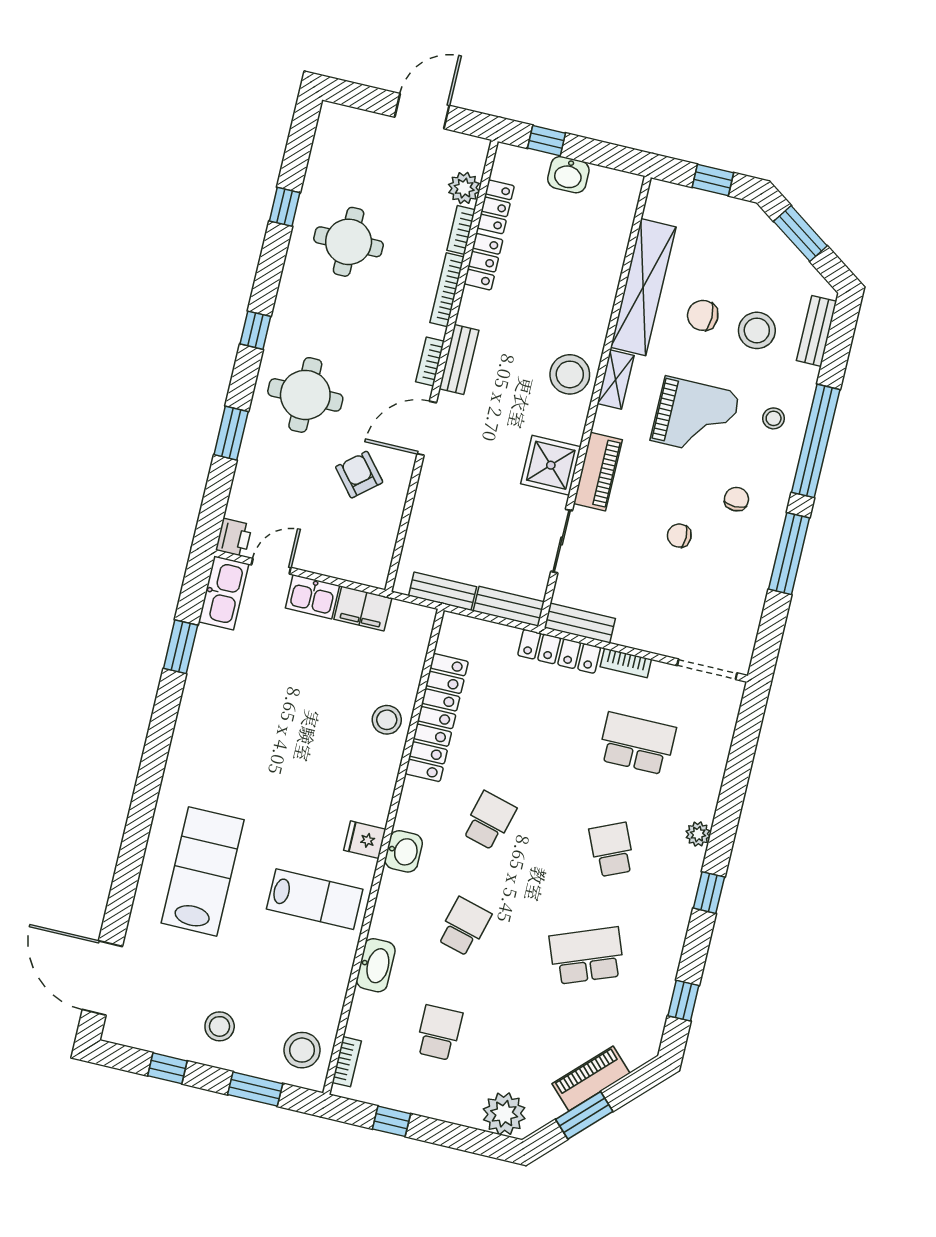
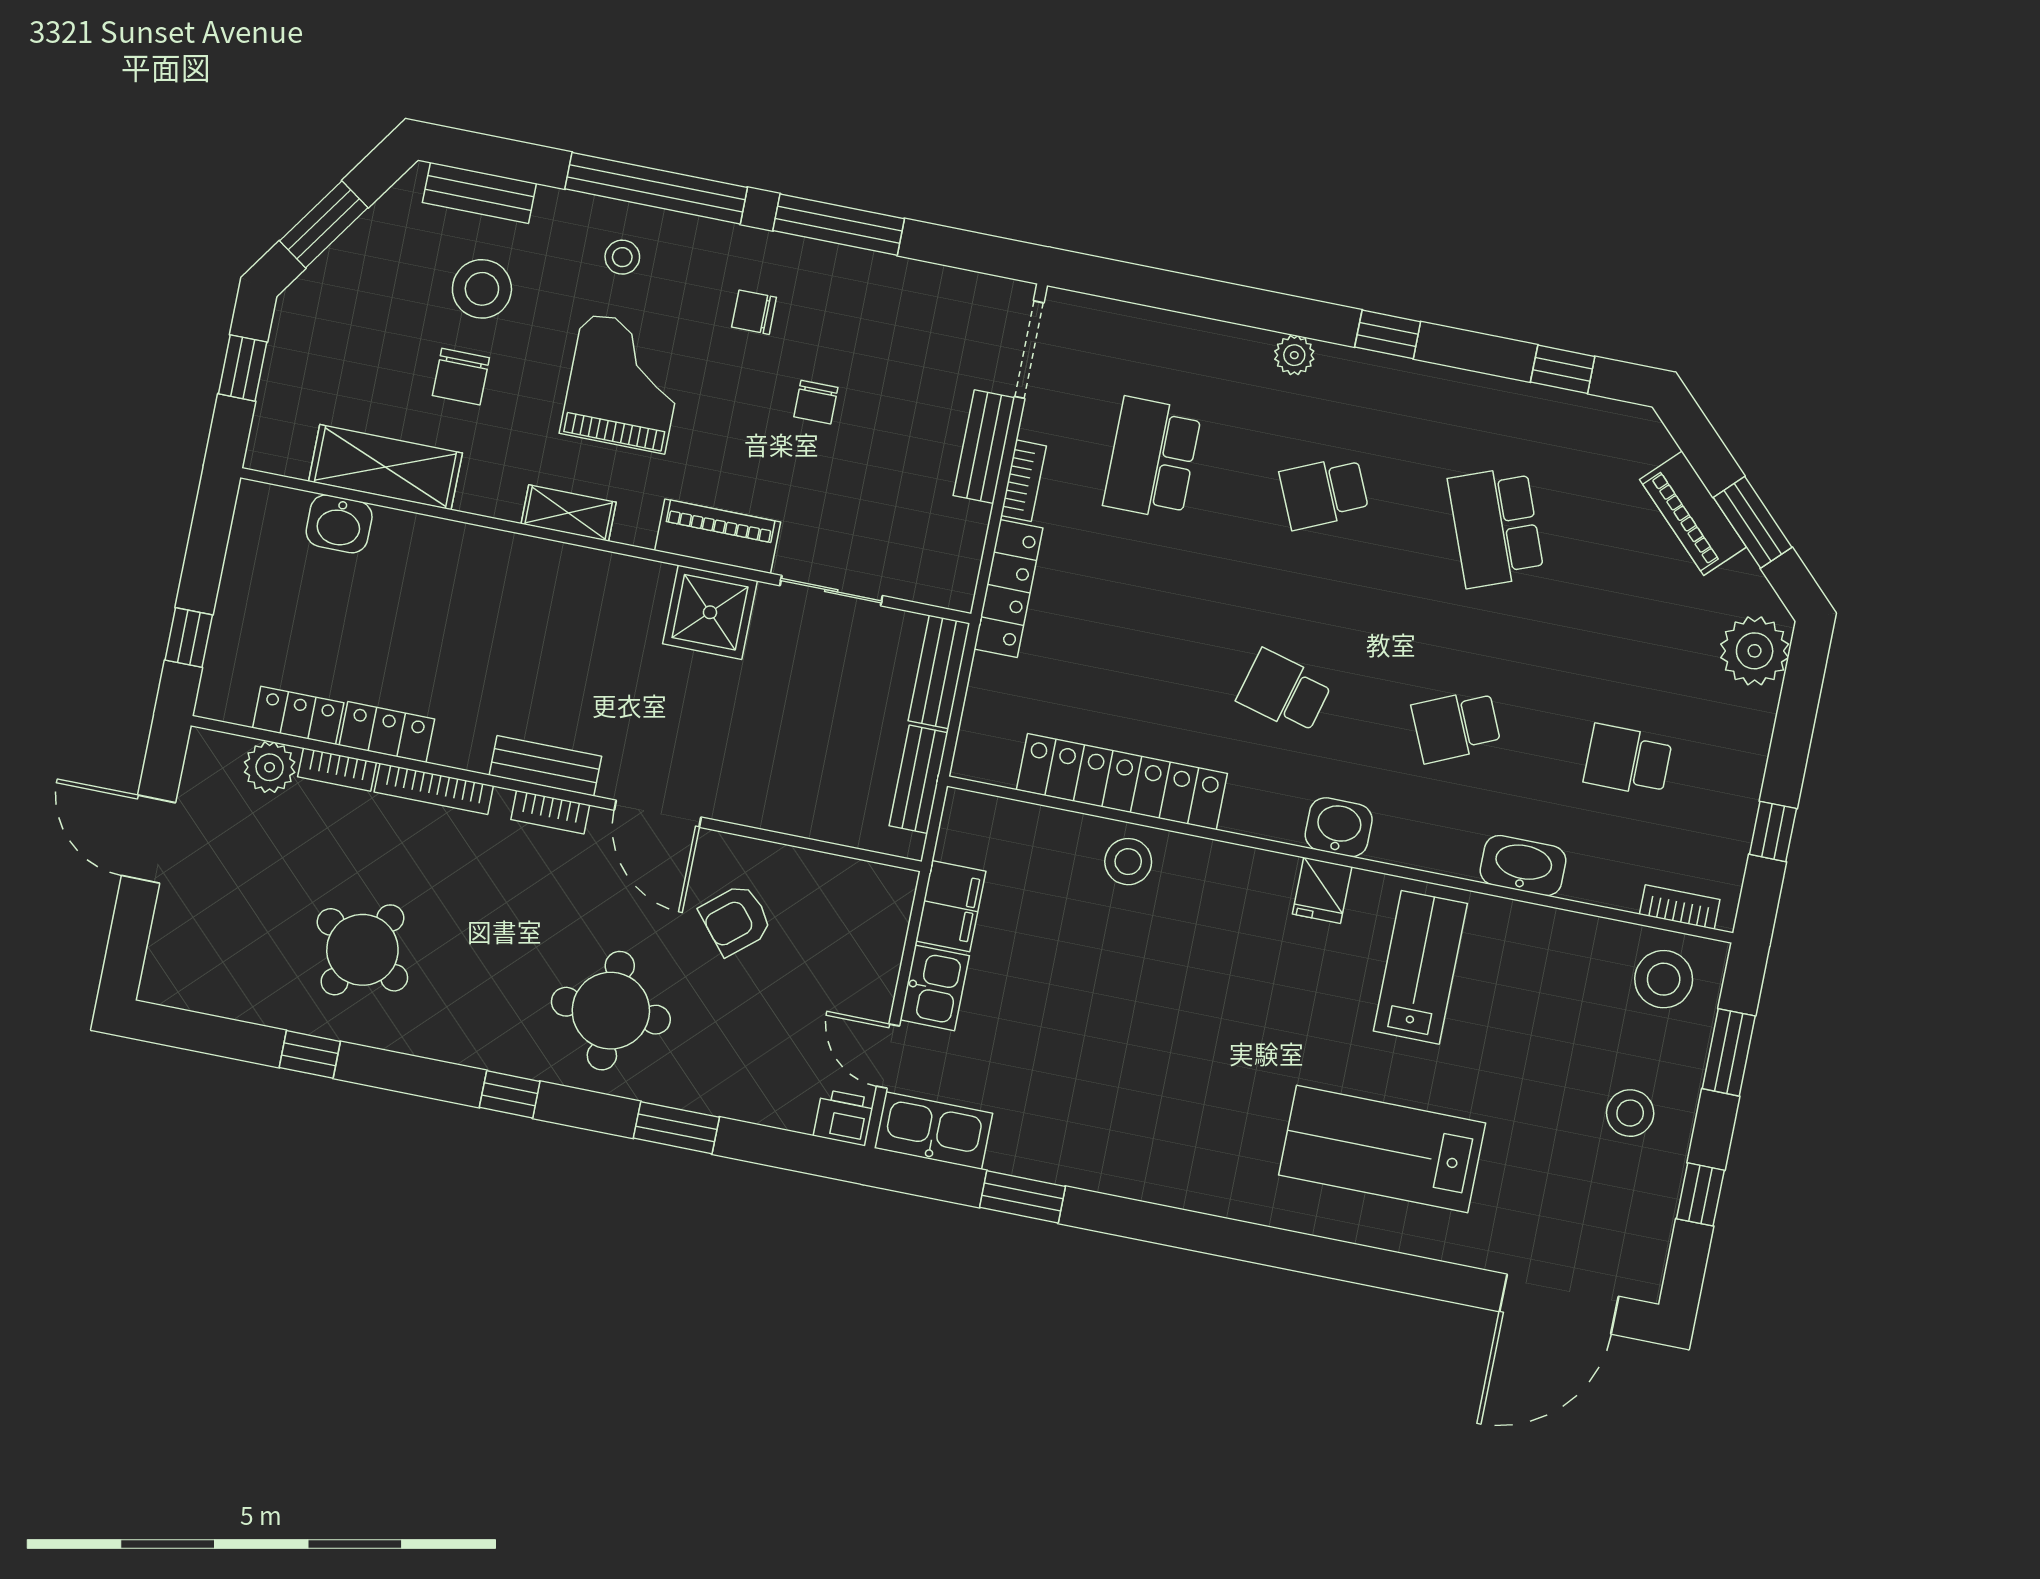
washbasin: (568, 175) -> (339, 524), moved, turned 90
round table: (349, 242) -> (362, 950), turned 30
shelving: (643, 287) -> (385, 467), width x0.68
stool: (570, 374) -> (563, 587), removed
bench: (580, 623) -> (984, 447), moved
school desk: (464, 927) -> (1456, 726), turned -39

